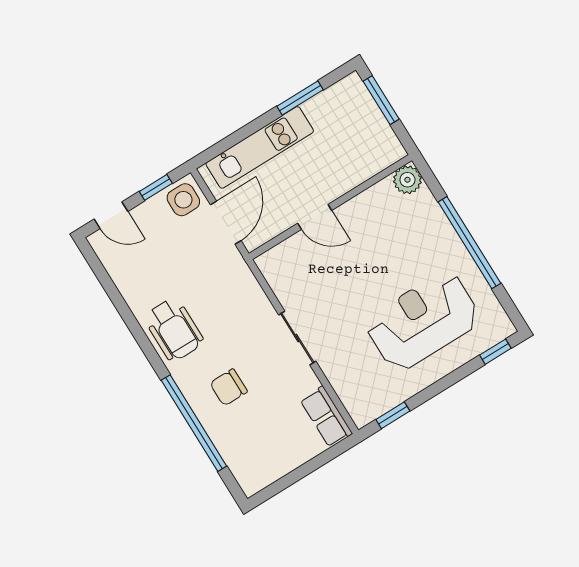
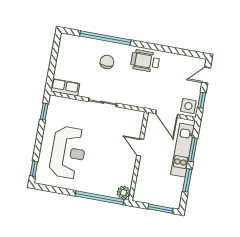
window: (245, 132) -> (193, 150), added
door: (315, 217) -> (140, 147), hinge flipped
window: (469, 243) -> (100, 198), moved

